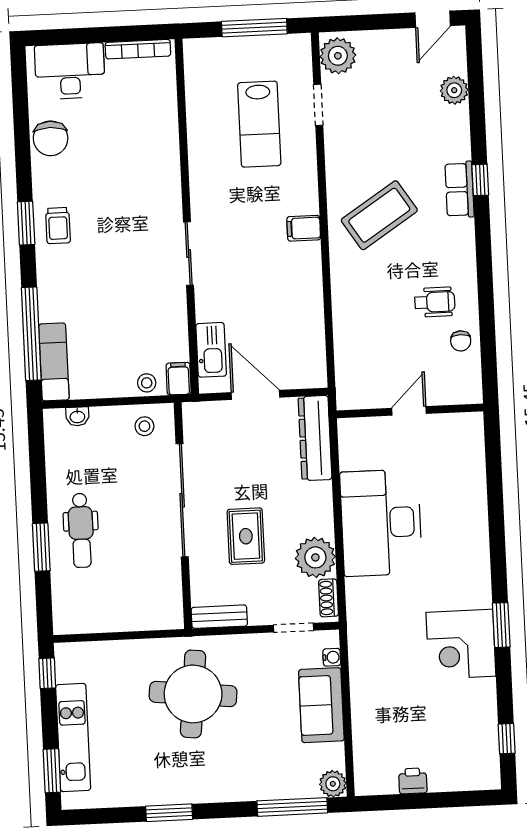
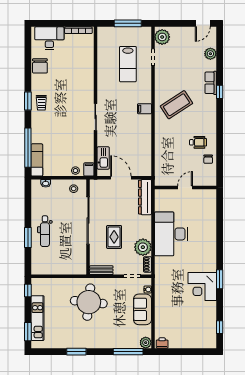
row of seats: (460, 189) -> (211, 83), moved
printer: (413, 781) -> (162, 343), moved

